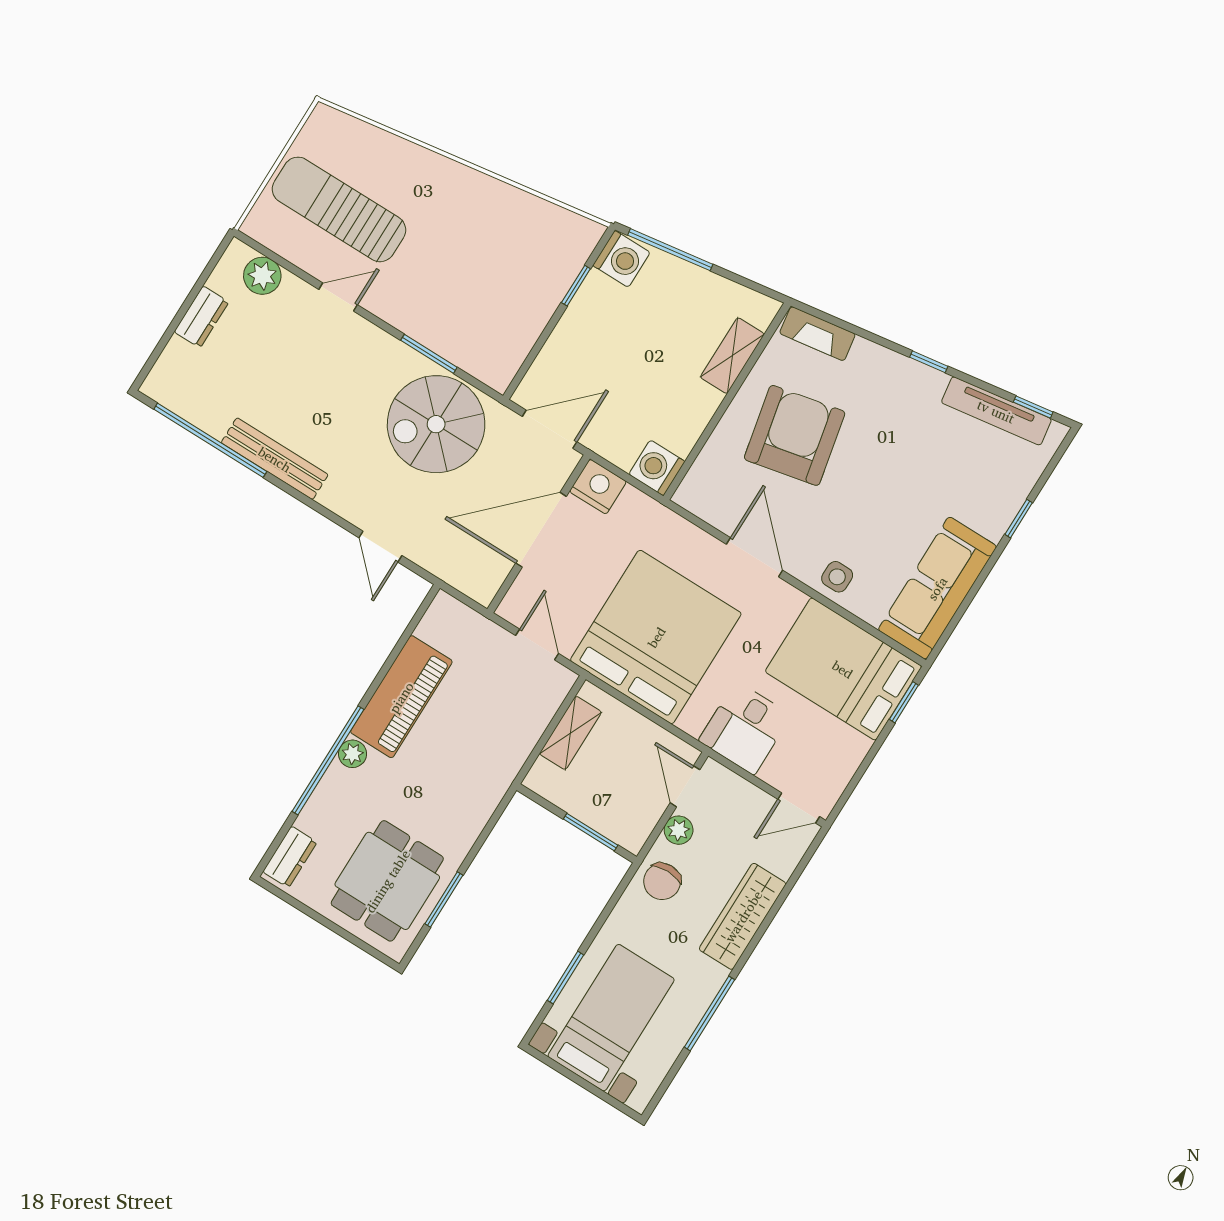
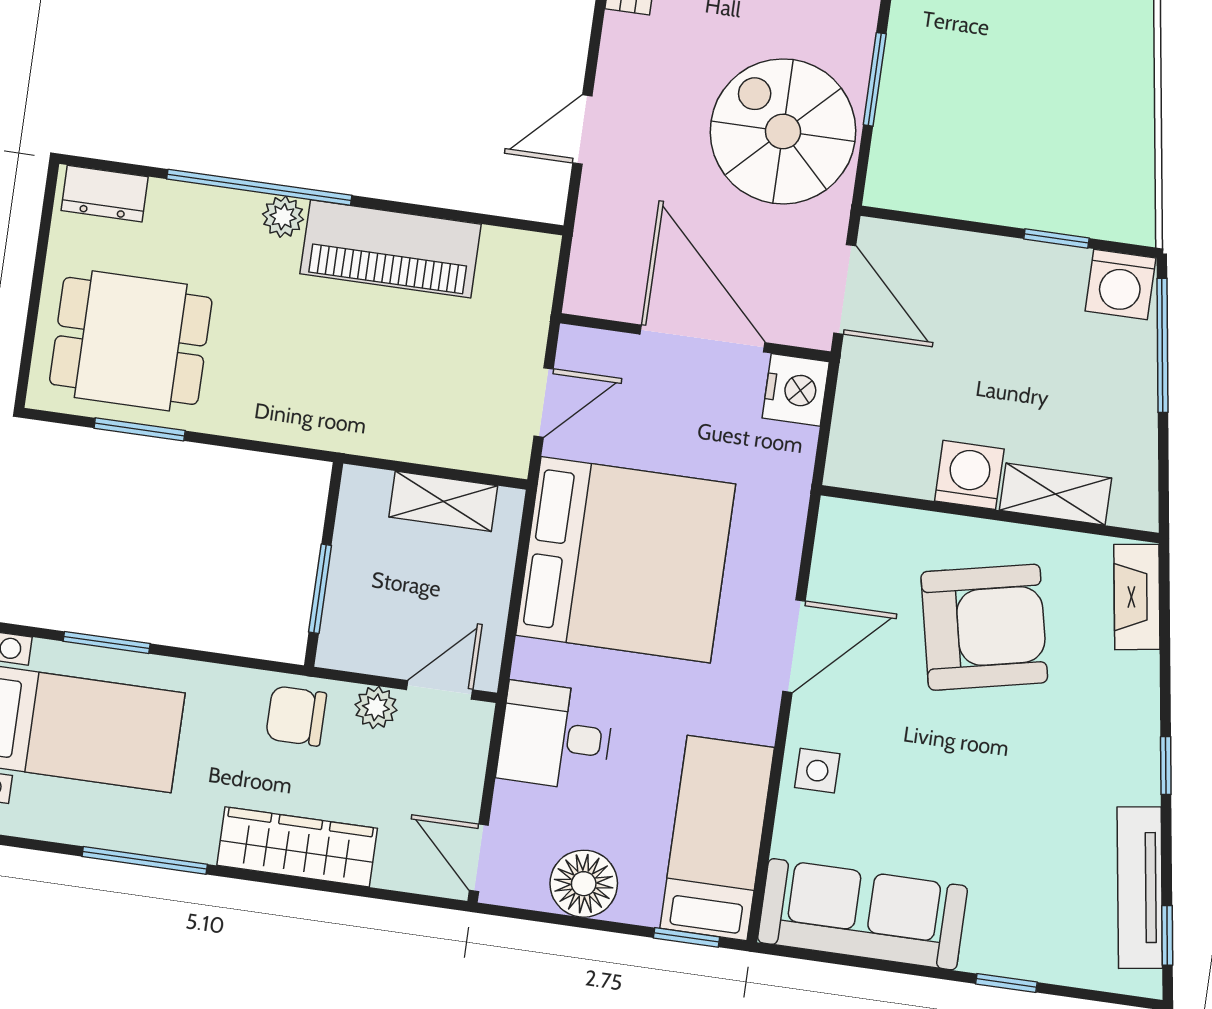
washing machine: (657, 468) -> (969, 475), moved
bed: (843, 669) -> (717, 838), width x0.67
floor lamp: (843, 751) -> (584, 884), added

